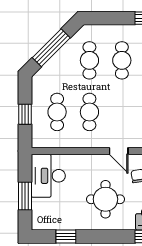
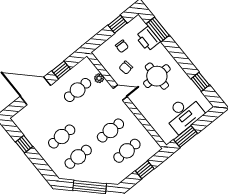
door: (119, 151) -> (120, 92), hinge flipped
desk: (48, 176) -> (184, 114), moved
window: (25, 196) -> (186, 137), moved

